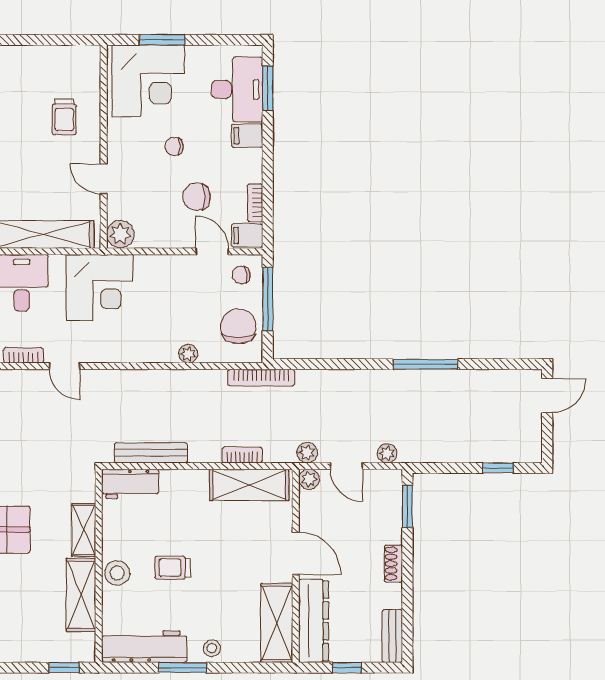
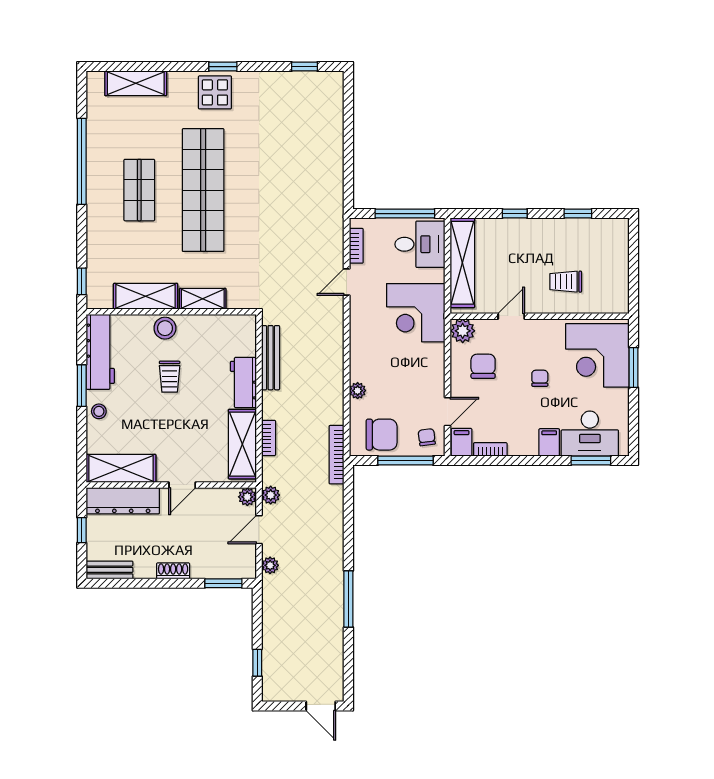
chair: (197, 197) -> (483, 366), moved
workbench: (130, 484) -> (243, 382), moved
door: (296, 553) -> (182, 485), width x0.73
trolley: (172, 568) -> (170, 377), turned 180

